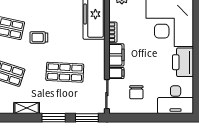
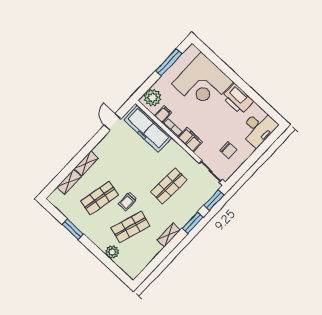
trolley: (39, 37) -> (127, 201), moved
filing cabinet: (116, 73) -> (163, 114), moved

